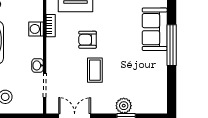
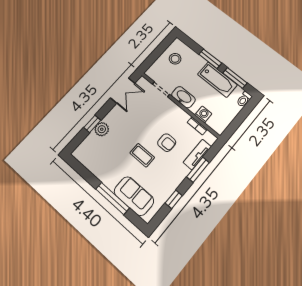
armchair: (88, 40) -> (167, 143), turned 90
washbasin: (38, 65) -> (183, 97), width x1.91, depth x1.45
coffee table: (95, 70) -> (142, 155), moved

